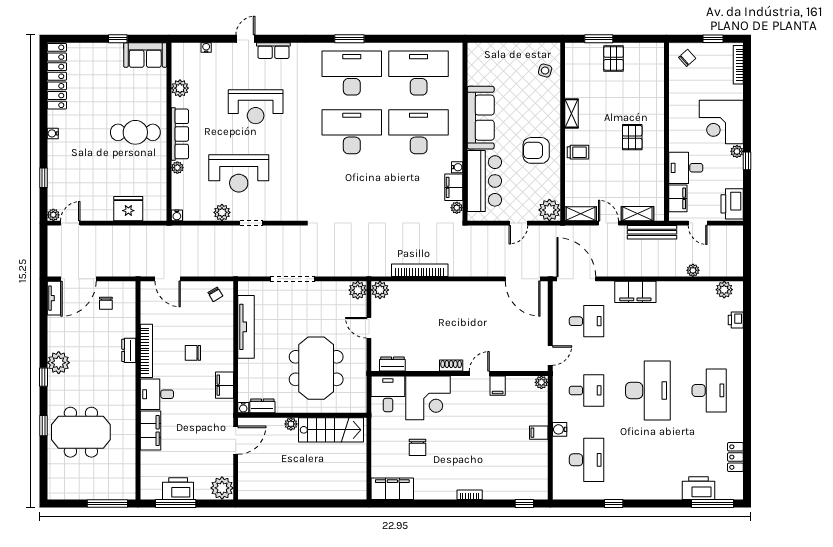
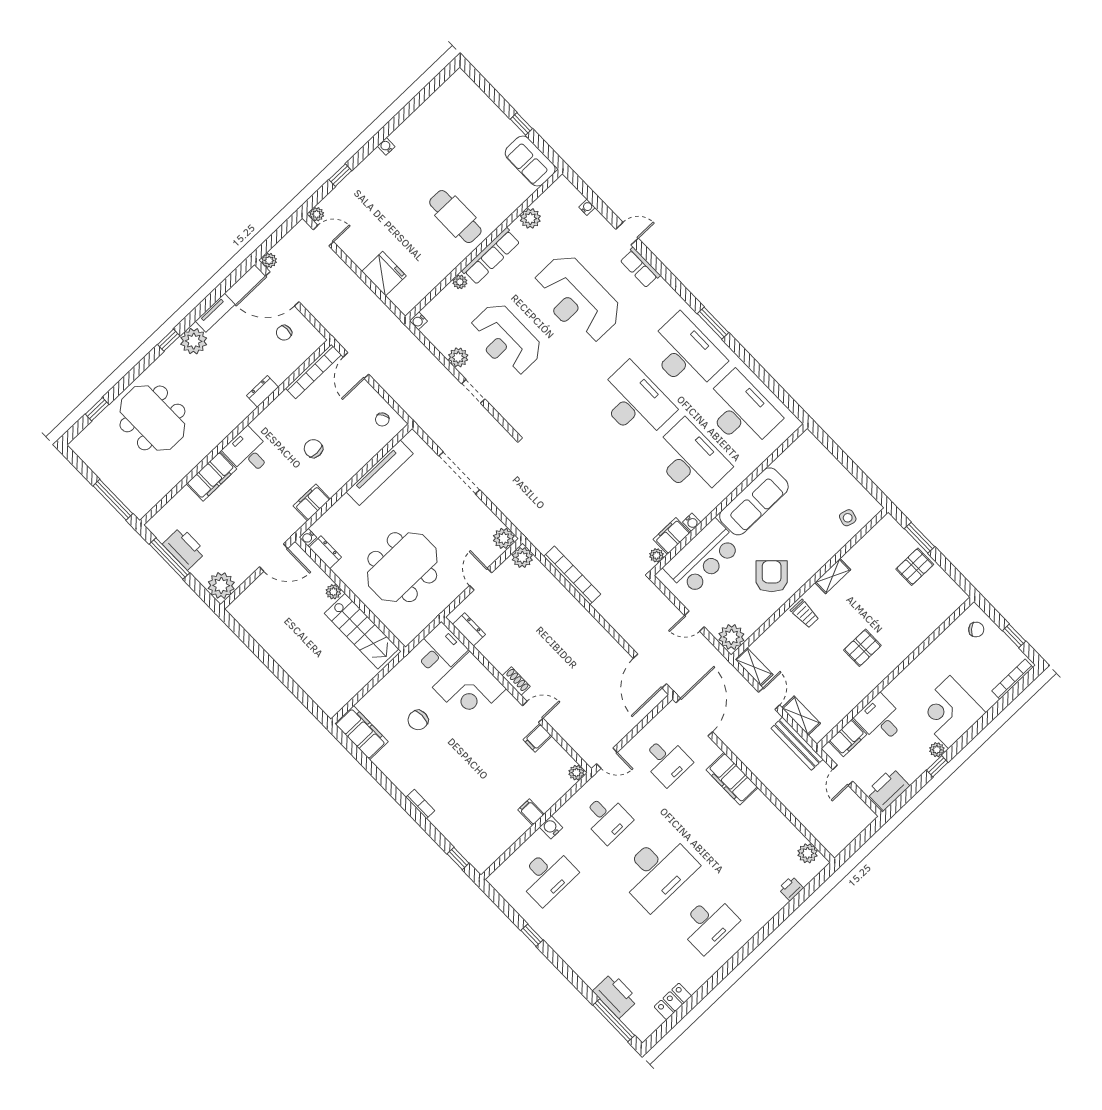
locker: (57, 76) -> (439, 103), removed
reception desk: (256, 107) -> (577, 299), width x1.36, depth x1.30
armchair: (536, 150) -> (772, 576), turned 44
plant: (693, 270) -> (269, 260), moved
tv unit: (54, 298) -> (215, 313), moved
bookcase: (146, 351) -> (313, 371), moved
window: (43, 426) -> (97, 409), moved

